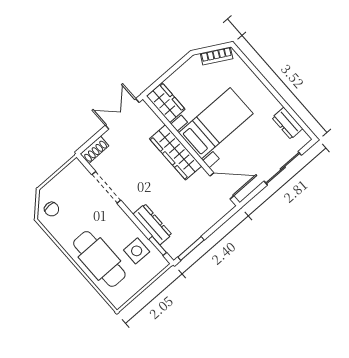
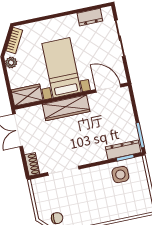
plant: (191, 66) -> (11, 63), added
door: (222, 186) -> (108, 88), hinge flipped
dresser: (152, 224) -> (123, 150), moved
cafe table: (99, 259) -> (111, 204), removed

